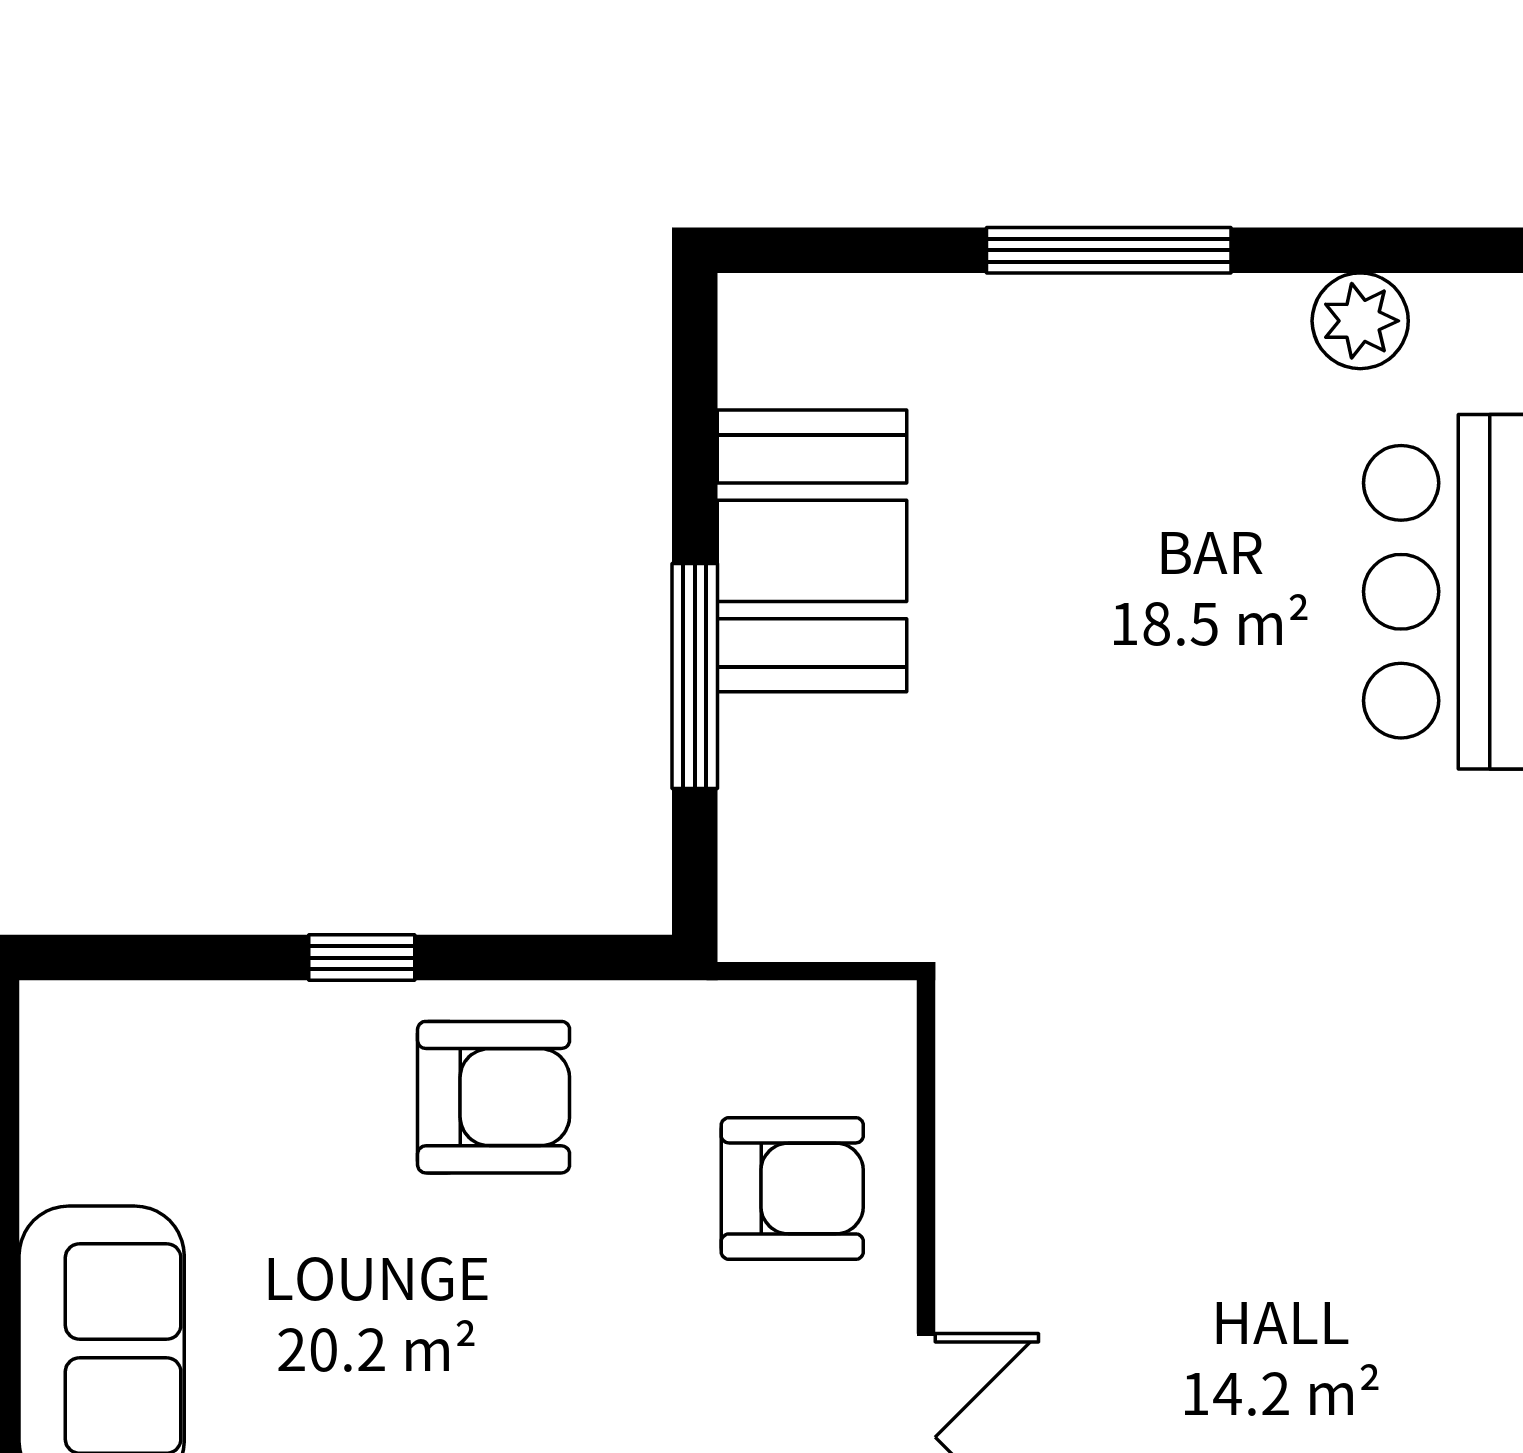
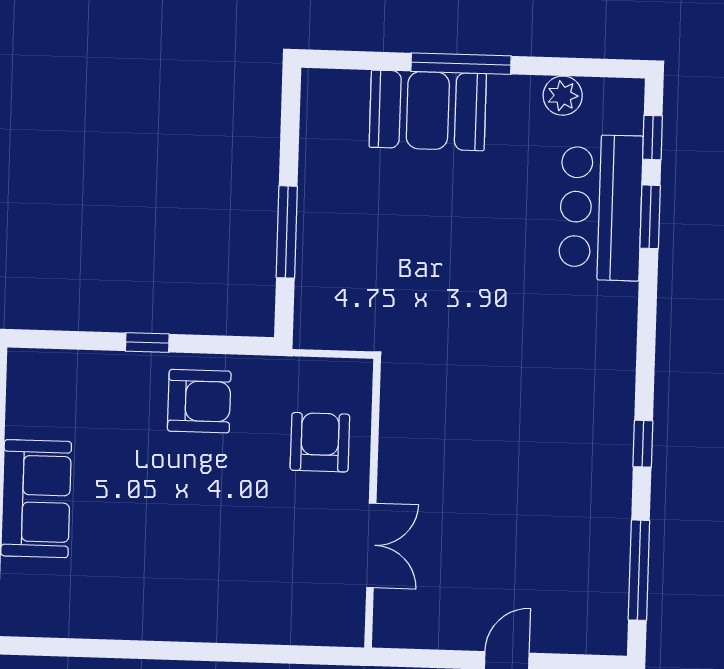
booth: (812, 551) -> (428, 110), moved, turned 90
armchair: (792, 1188) -> (320, 442), turned -90

